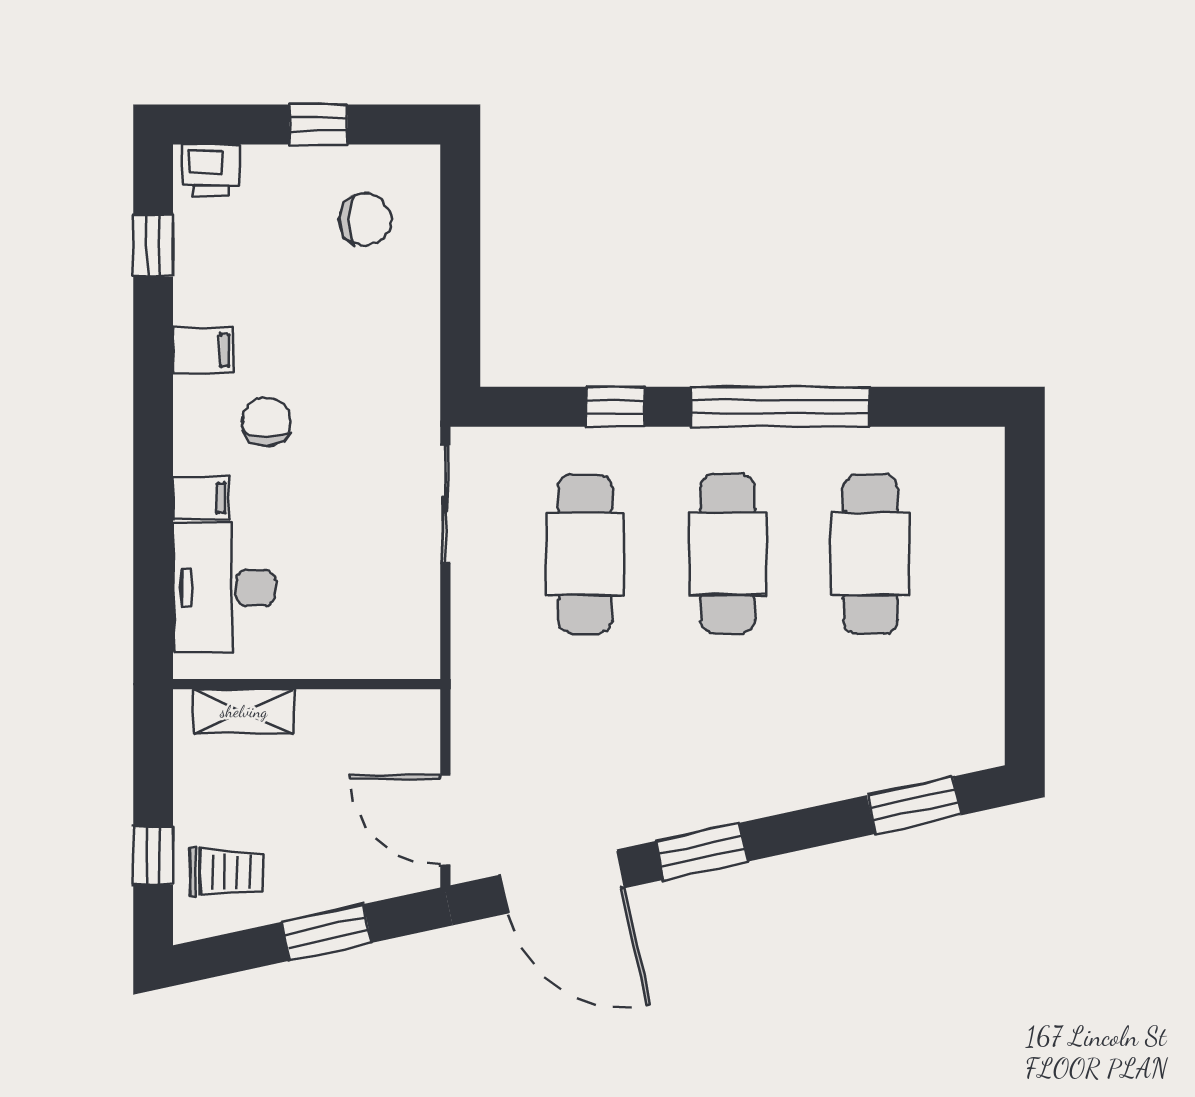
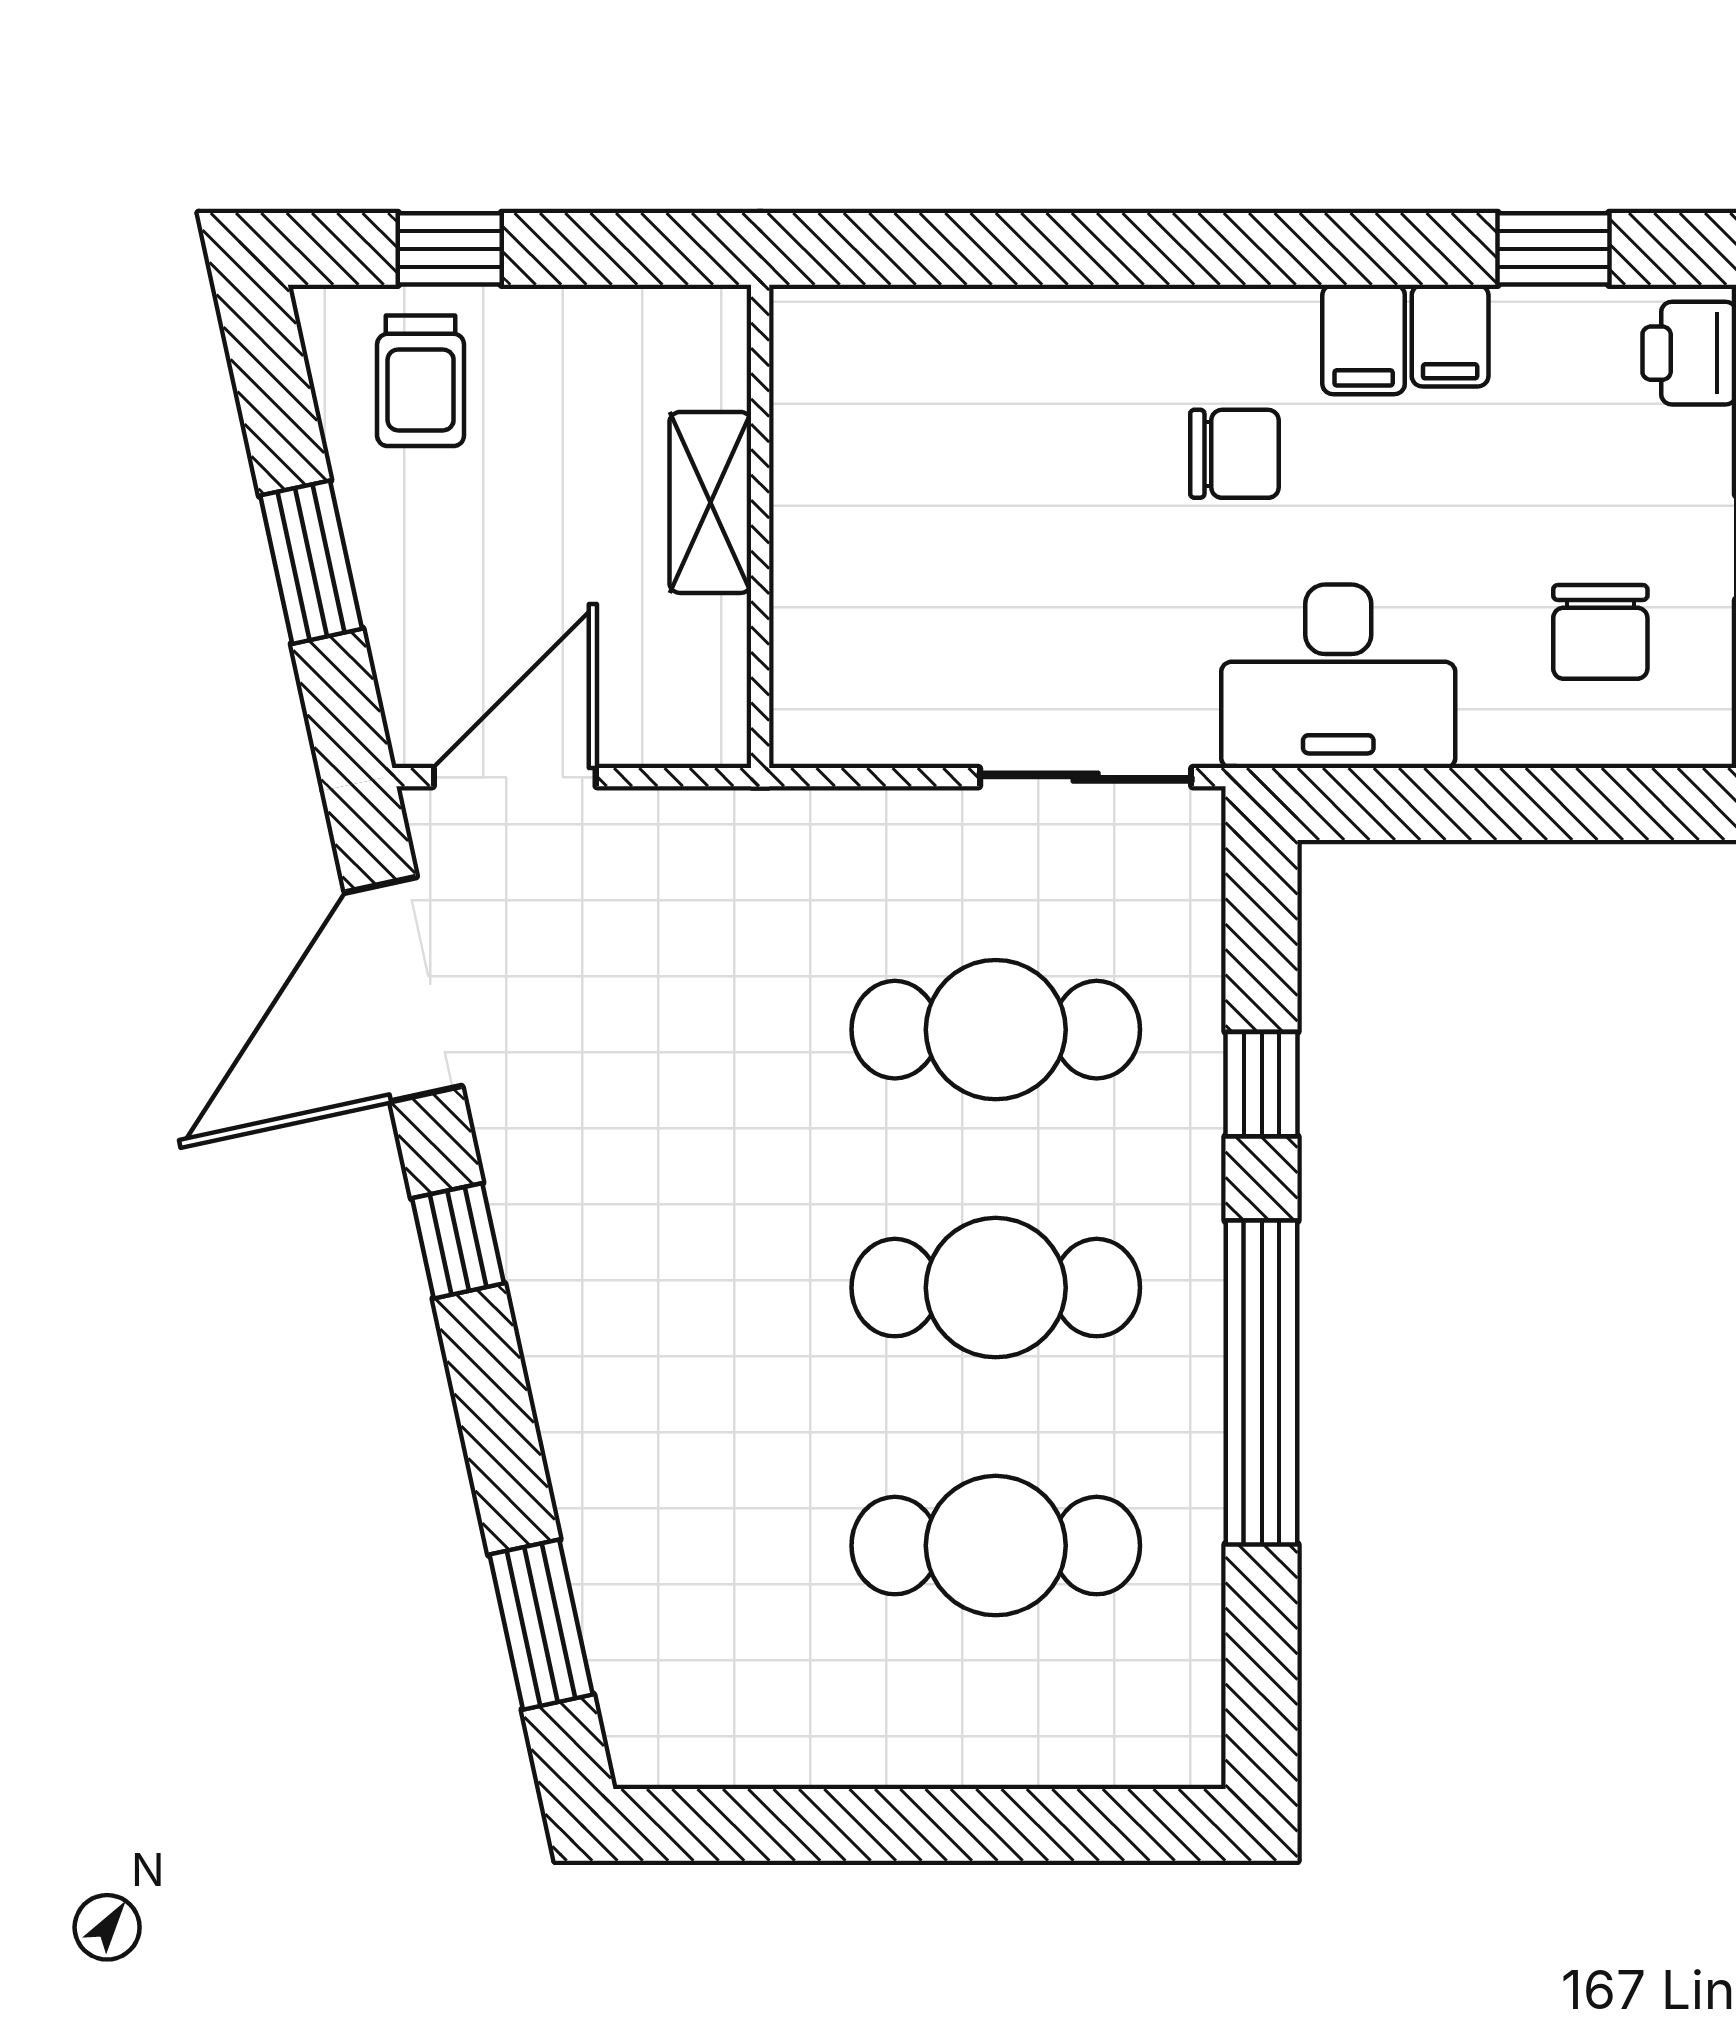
filing cabinet: (201, 498) -> (1450, 336), moved
desk: (224, 588) -> (1338, 676), moved, turned 180
shelving: (244, 712) -> (710, 502), moved
window: (702, 851) -> (458, 1241), width x0.67

